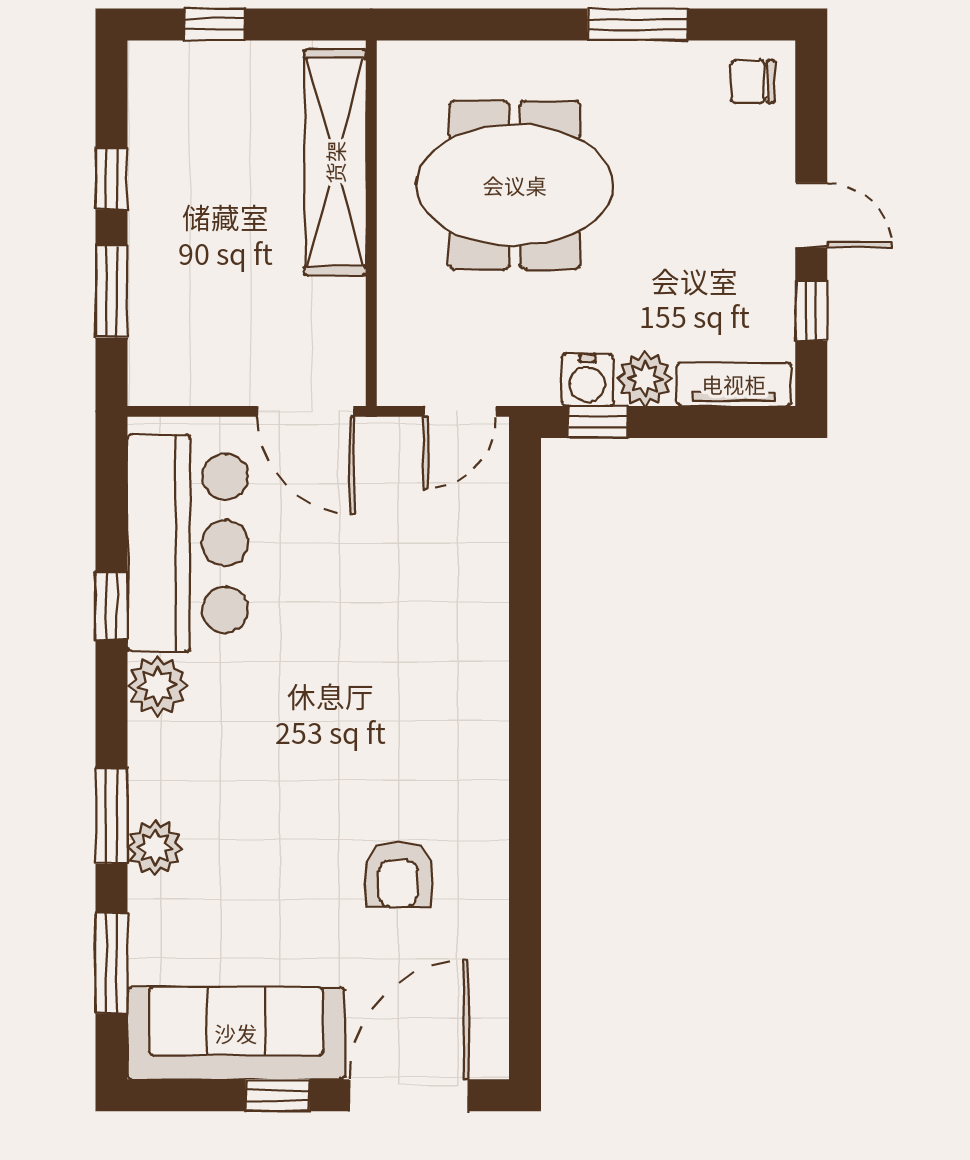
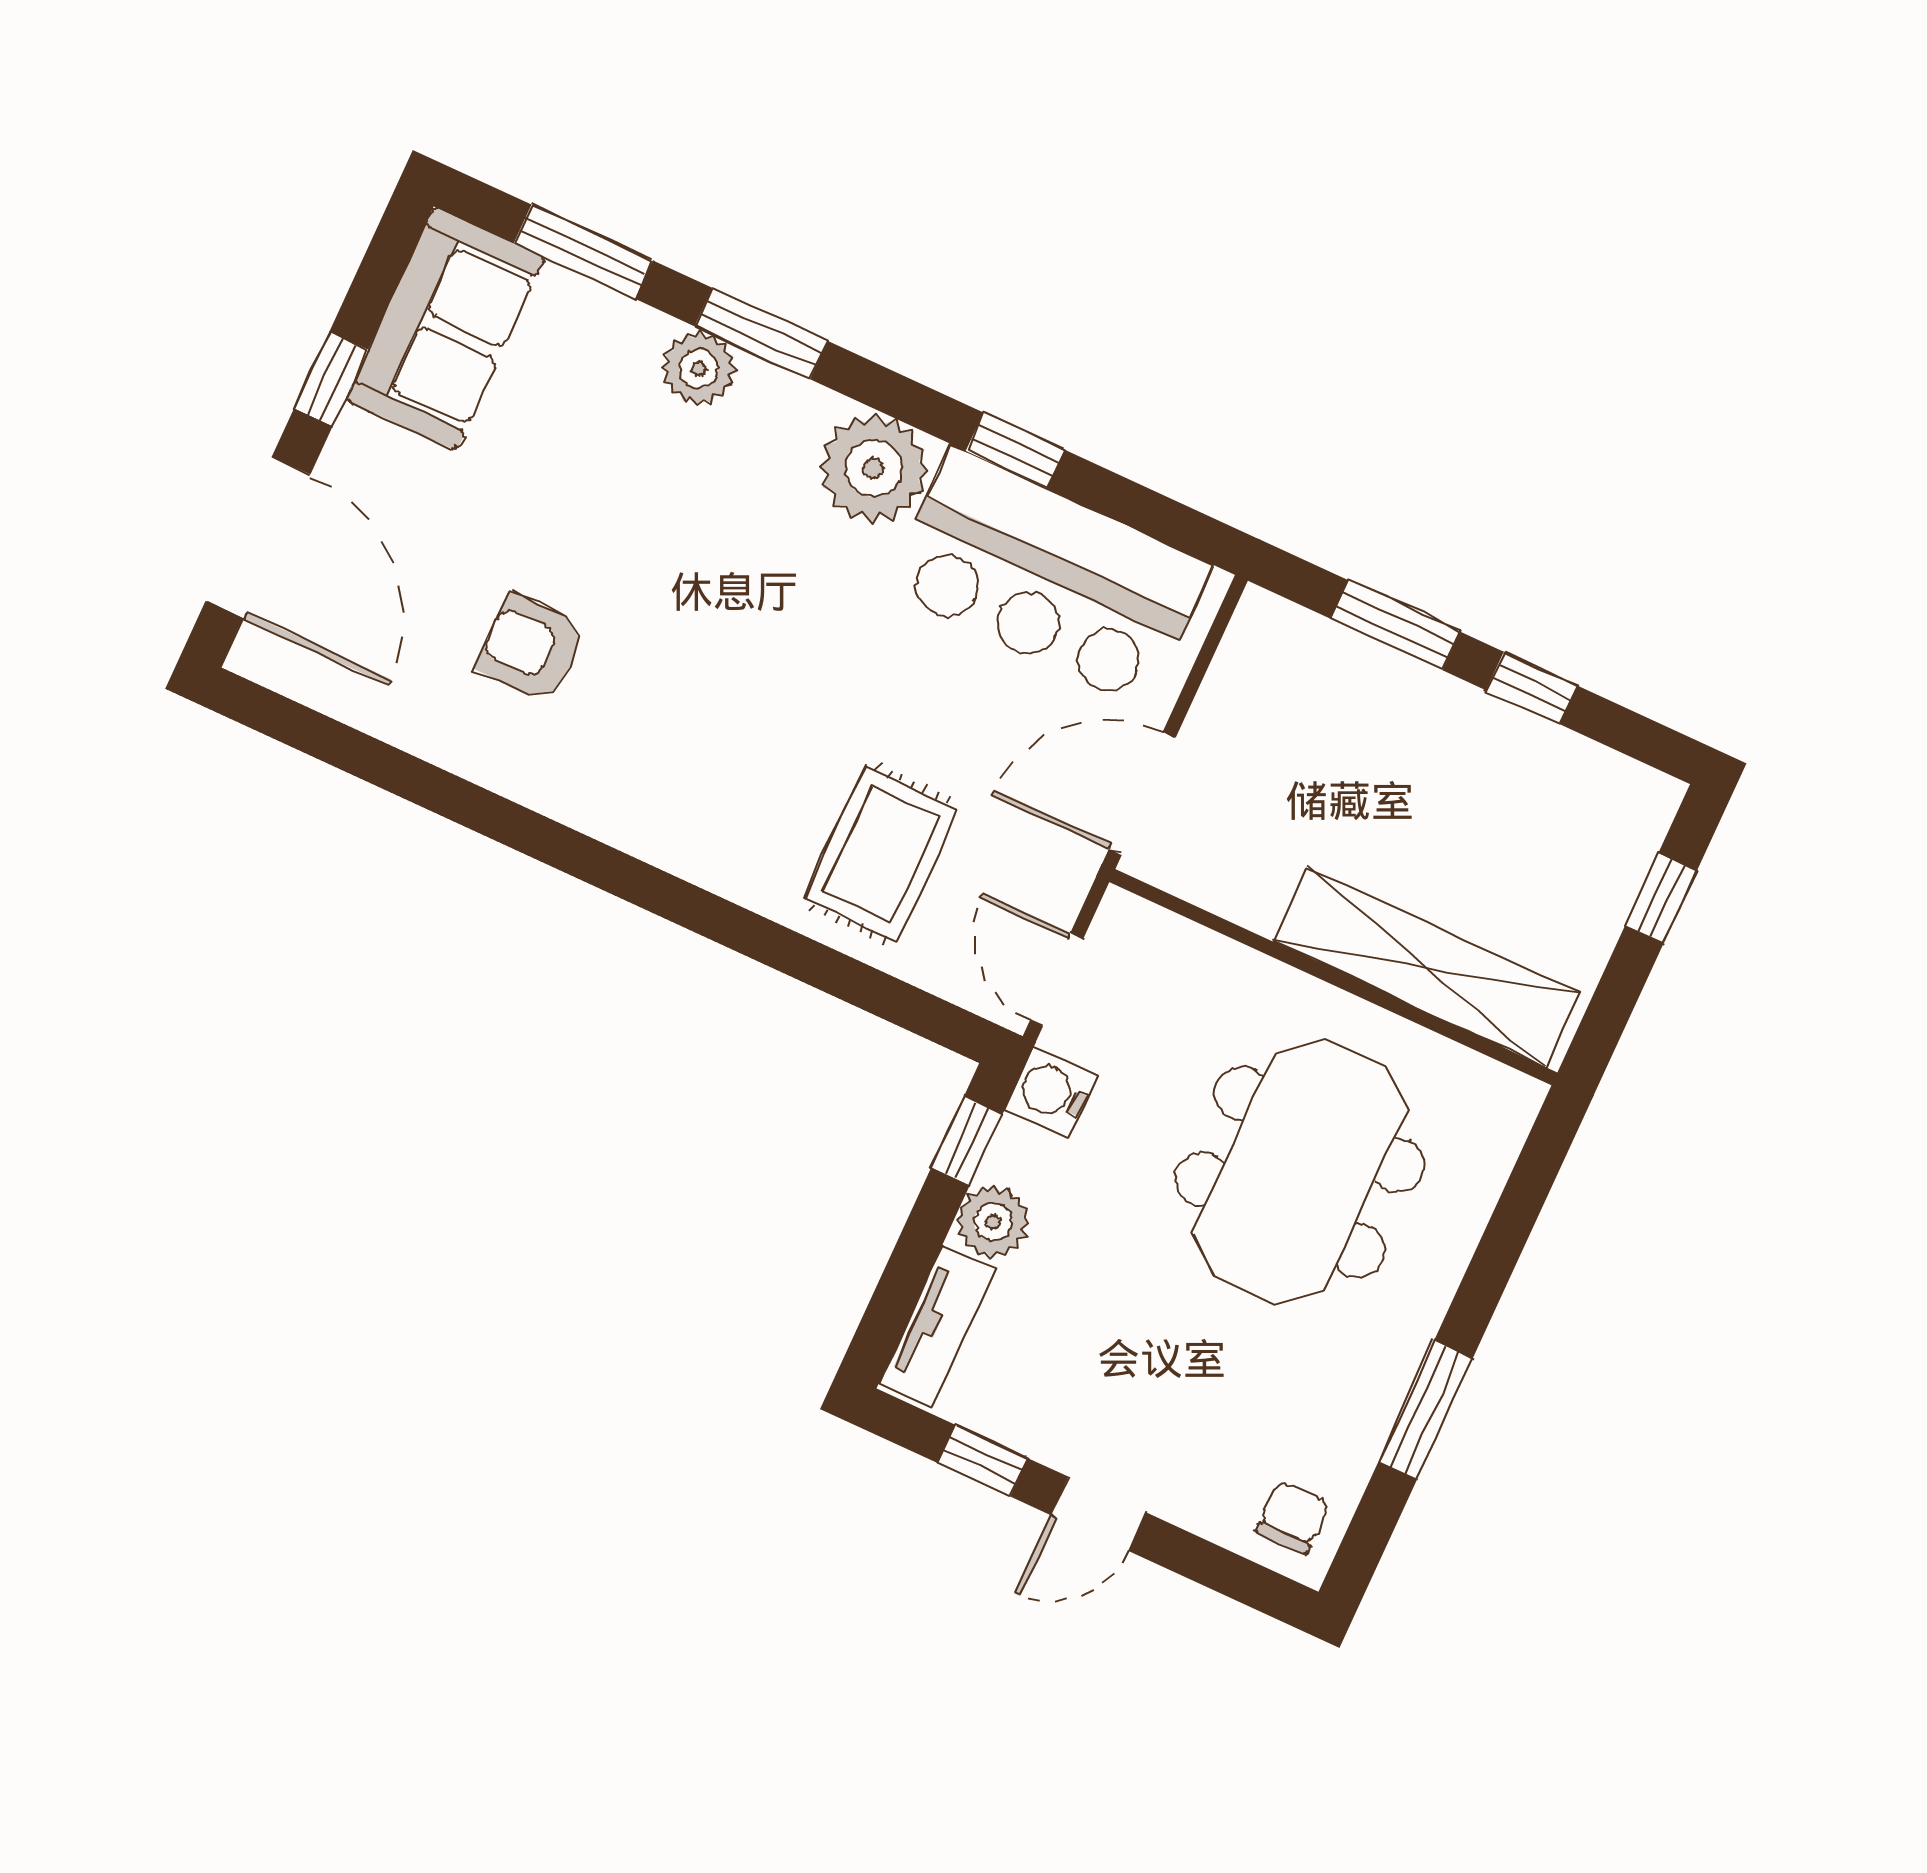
water cooler: (587, 380) -> (1051, 1092), moved
rug: (429, 571) -> (881, 854), added
plant: (157, 686) -> (874, 468), width x1.36, depth x1.36
sofa: (236, 1033) -> (445, 329), width x0.73

